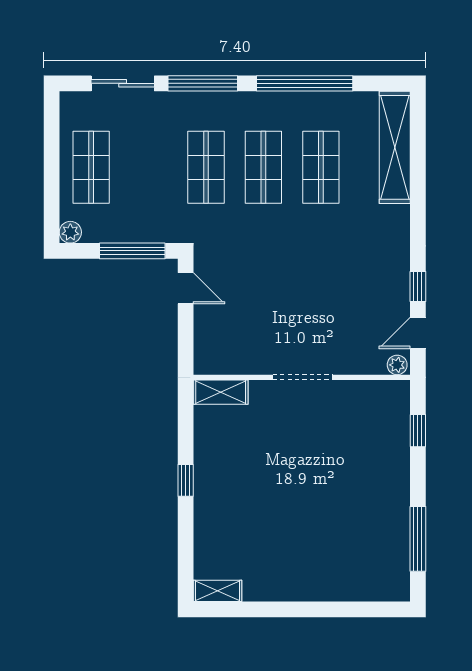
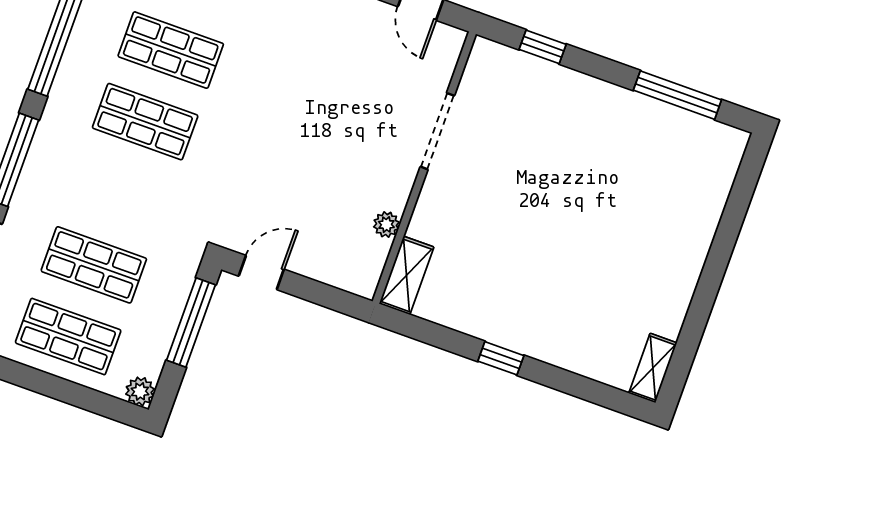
shop shelf: (206, 167) -> (94, 265), moved
plant: (397, 365) -> (386, 225), moved
doorway: (303, 377) -> (437, 131), moved

